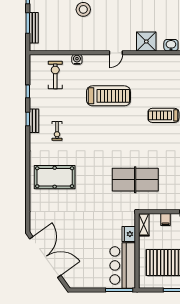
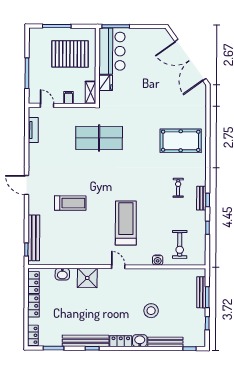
door: (116, 53) -> (118, 267), hinge flipped
treadmill: (108, 96) -> (126, 223), turned 90

